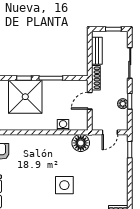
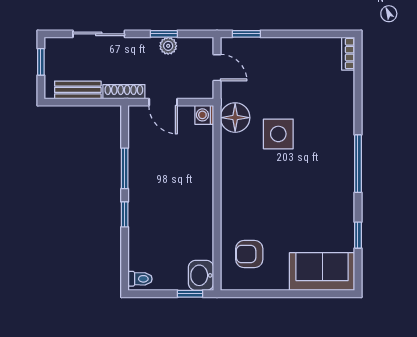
shower: (25, 97) -> (156, 212), removed
washing machine: (63, 125) -> (204, 115), moved
side table: (64, 185) -> (278, 134), moved

